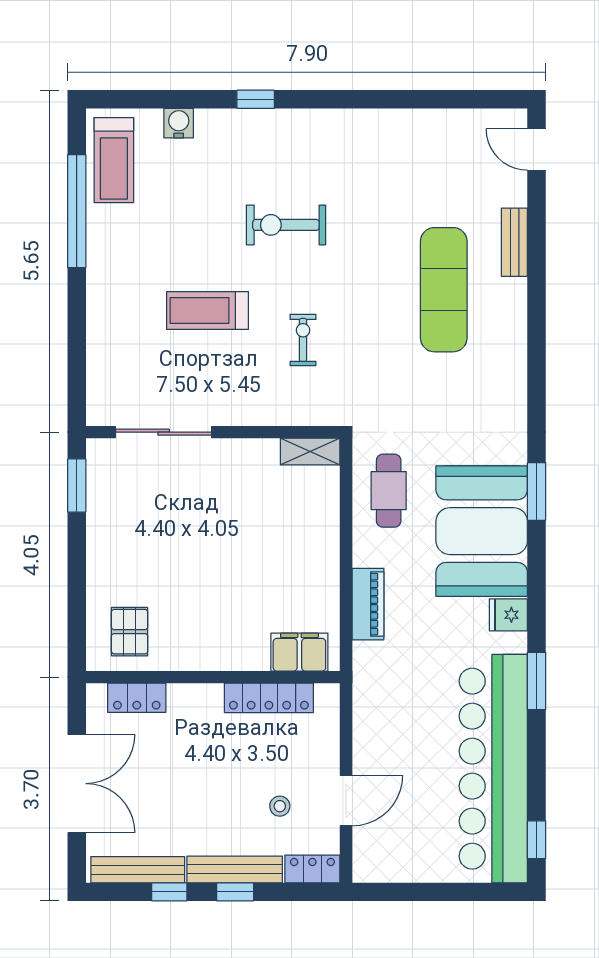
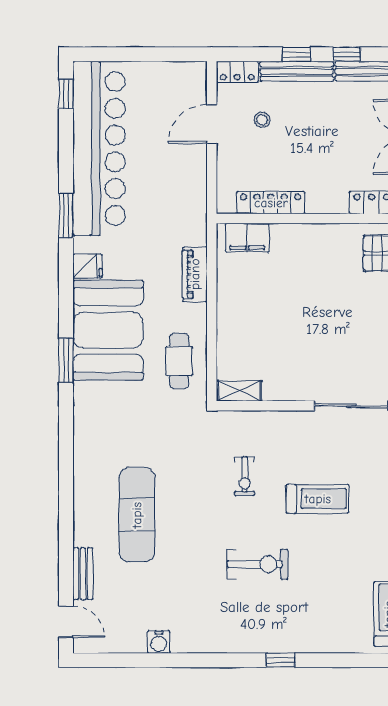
water cooler: (179, 123) -> (159, 642), moved
bench: (514, 242) -> (83, 574), moved

